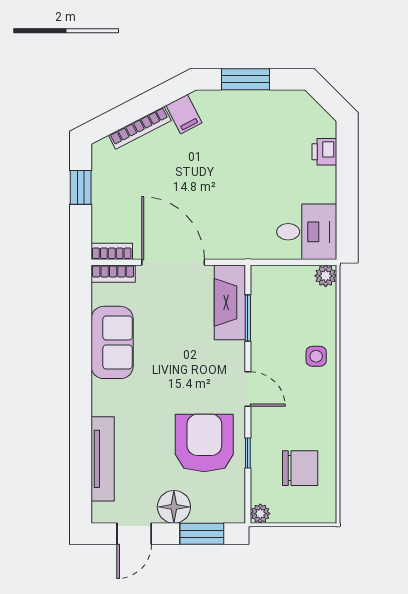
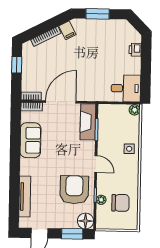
door: (173, 262) -> (61, 102), hinge flipped
floor lamp: (174, 507) -> (85, 221), moved
plant: (260, 514) -> (101, 200), moved

